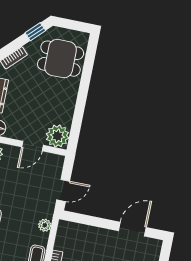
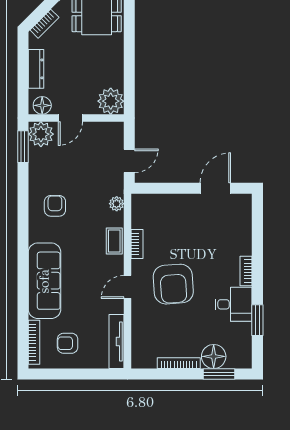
door: (32, 146) -> (70, 118), moved

